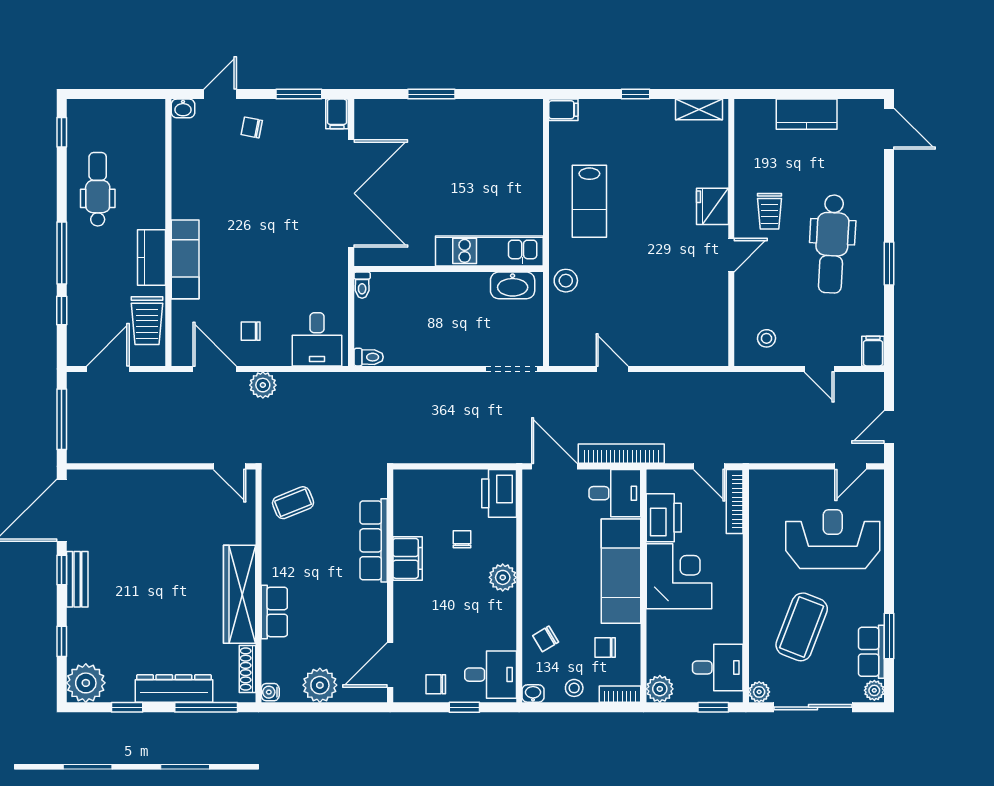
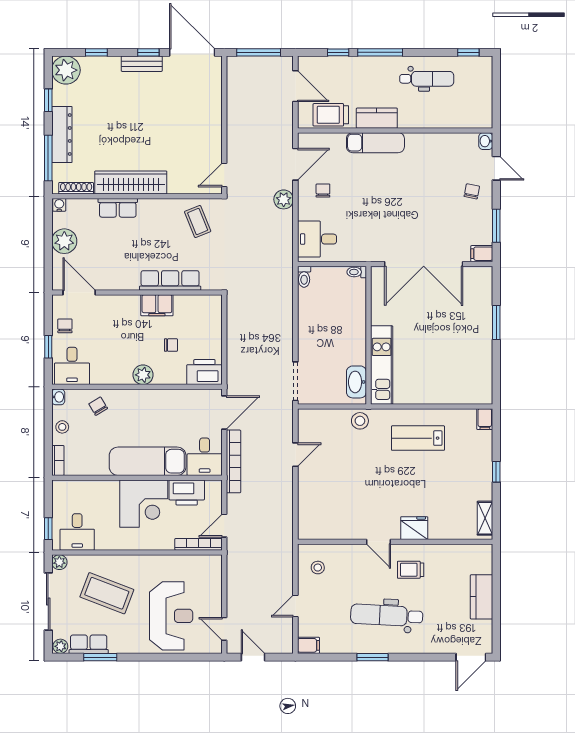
chair: (605, 648) -> (92, 450), removed
plant: (660, 689) -> (62, 490), removed

